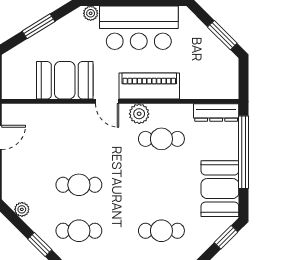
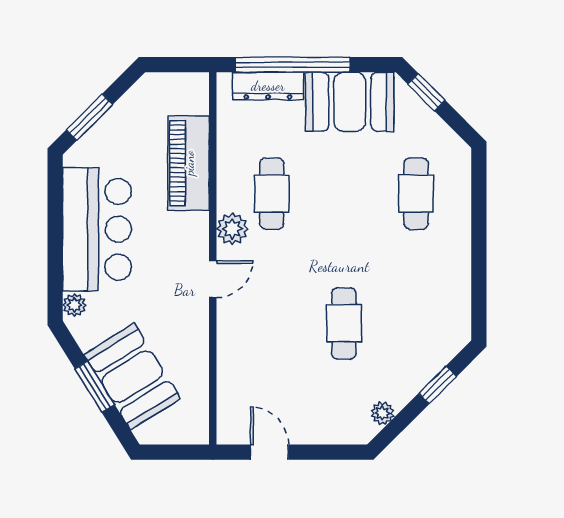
window: (222, 35) -> (89, 117), moved
booth: (65, 80) -> (132, 377), moved, turned -32
piano: (149, 86) -> (189, 163), moved
dresser: (216, 113) -> (268, 86), moved, turned 90
cafe table: (79, 231) -> (416, 323), removed

